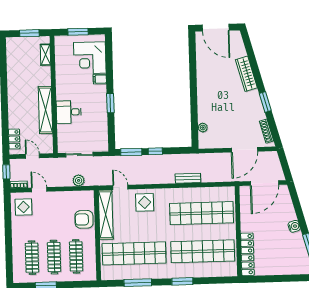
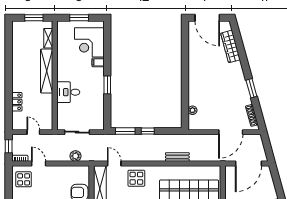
wardrobe: (246, 74) -> (230, 46), moved
shelving: (45, 110) -> (47, 71), moved
locker: (14, 139) -> (17, 102), moved

